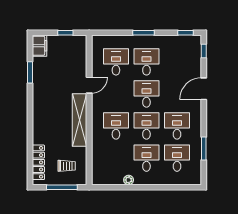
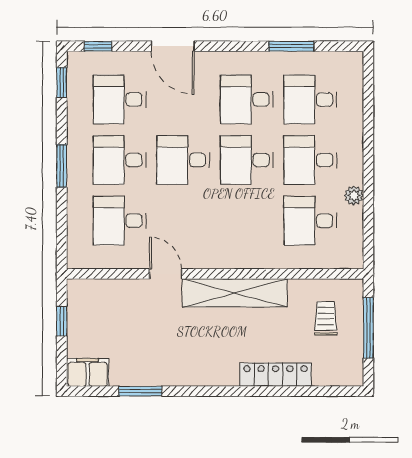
desk: (177, 62) -> (120, 99), added
desk: (116, 126) -> (310, 221), moved
locker: (38, 162) -> (276, 375), moved

